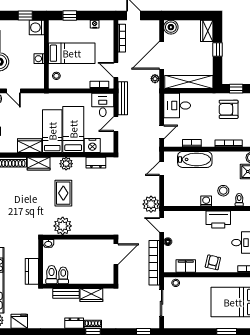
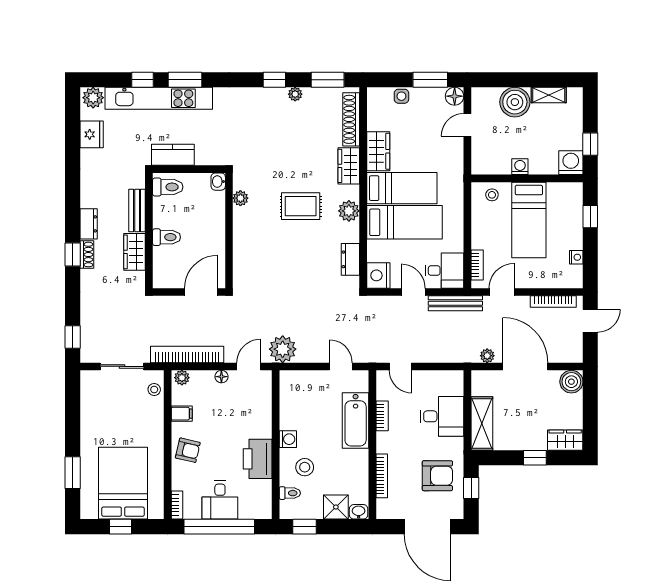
shelving: (189, 82) -> (482, 424), width x0.68
desk: (177, 105) -> (442, 416), moved, turned 90
armchair: (229, 109) -> (437, 476), turned 90
nightstand: (92, 145) -> (378, 275), moved
plant: (63, 226) -> (240, 198), width x0.53, depth x0.53
door: (116, 254) -> (201, 292), swing flipped
plant: (168, 266) -> (182, 378), added
filing cabinet: (186, 266) -> (182, 414), width x0.50
toilet: (63, 275) -> (167, 237), moved

